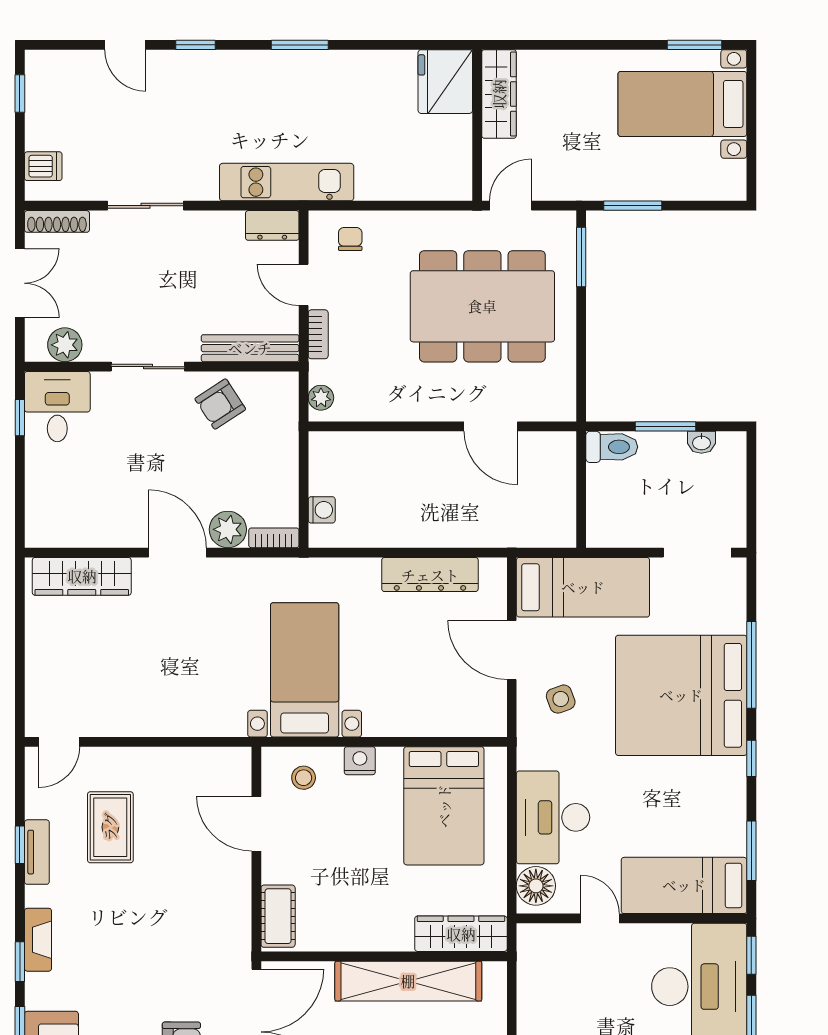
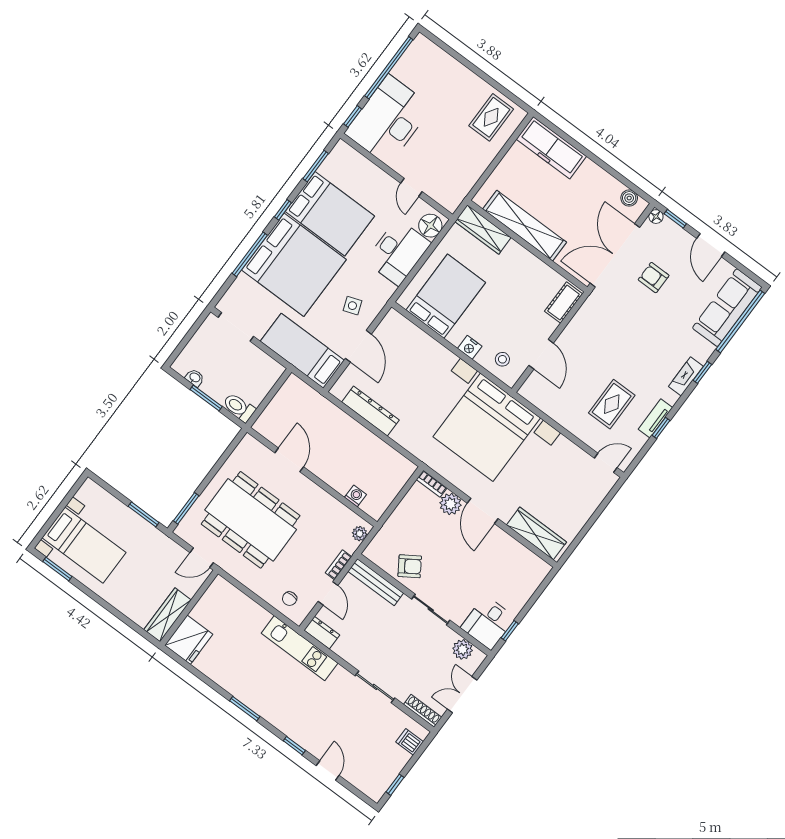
washing machine: (322, 510) -> (355, 496), moved, turned 90
bed with nightstands: (305, 670) -> (487, 427), width x1.85
bed: (684, 885) -> (330, 214), moved, width x1.50

